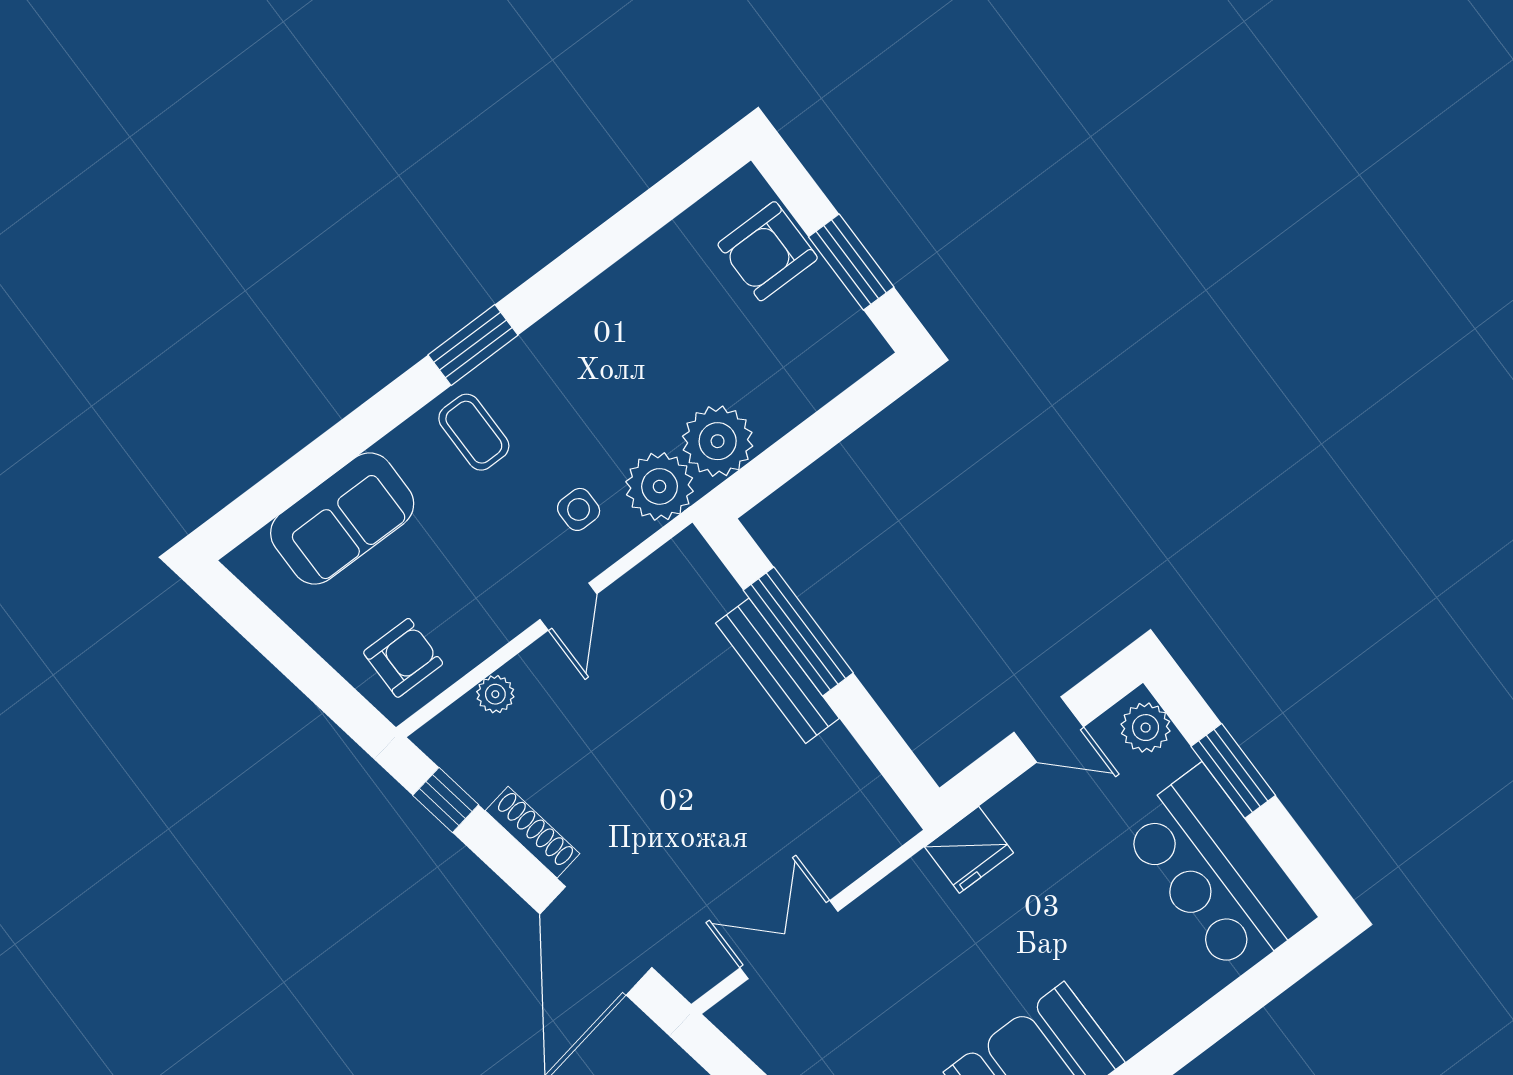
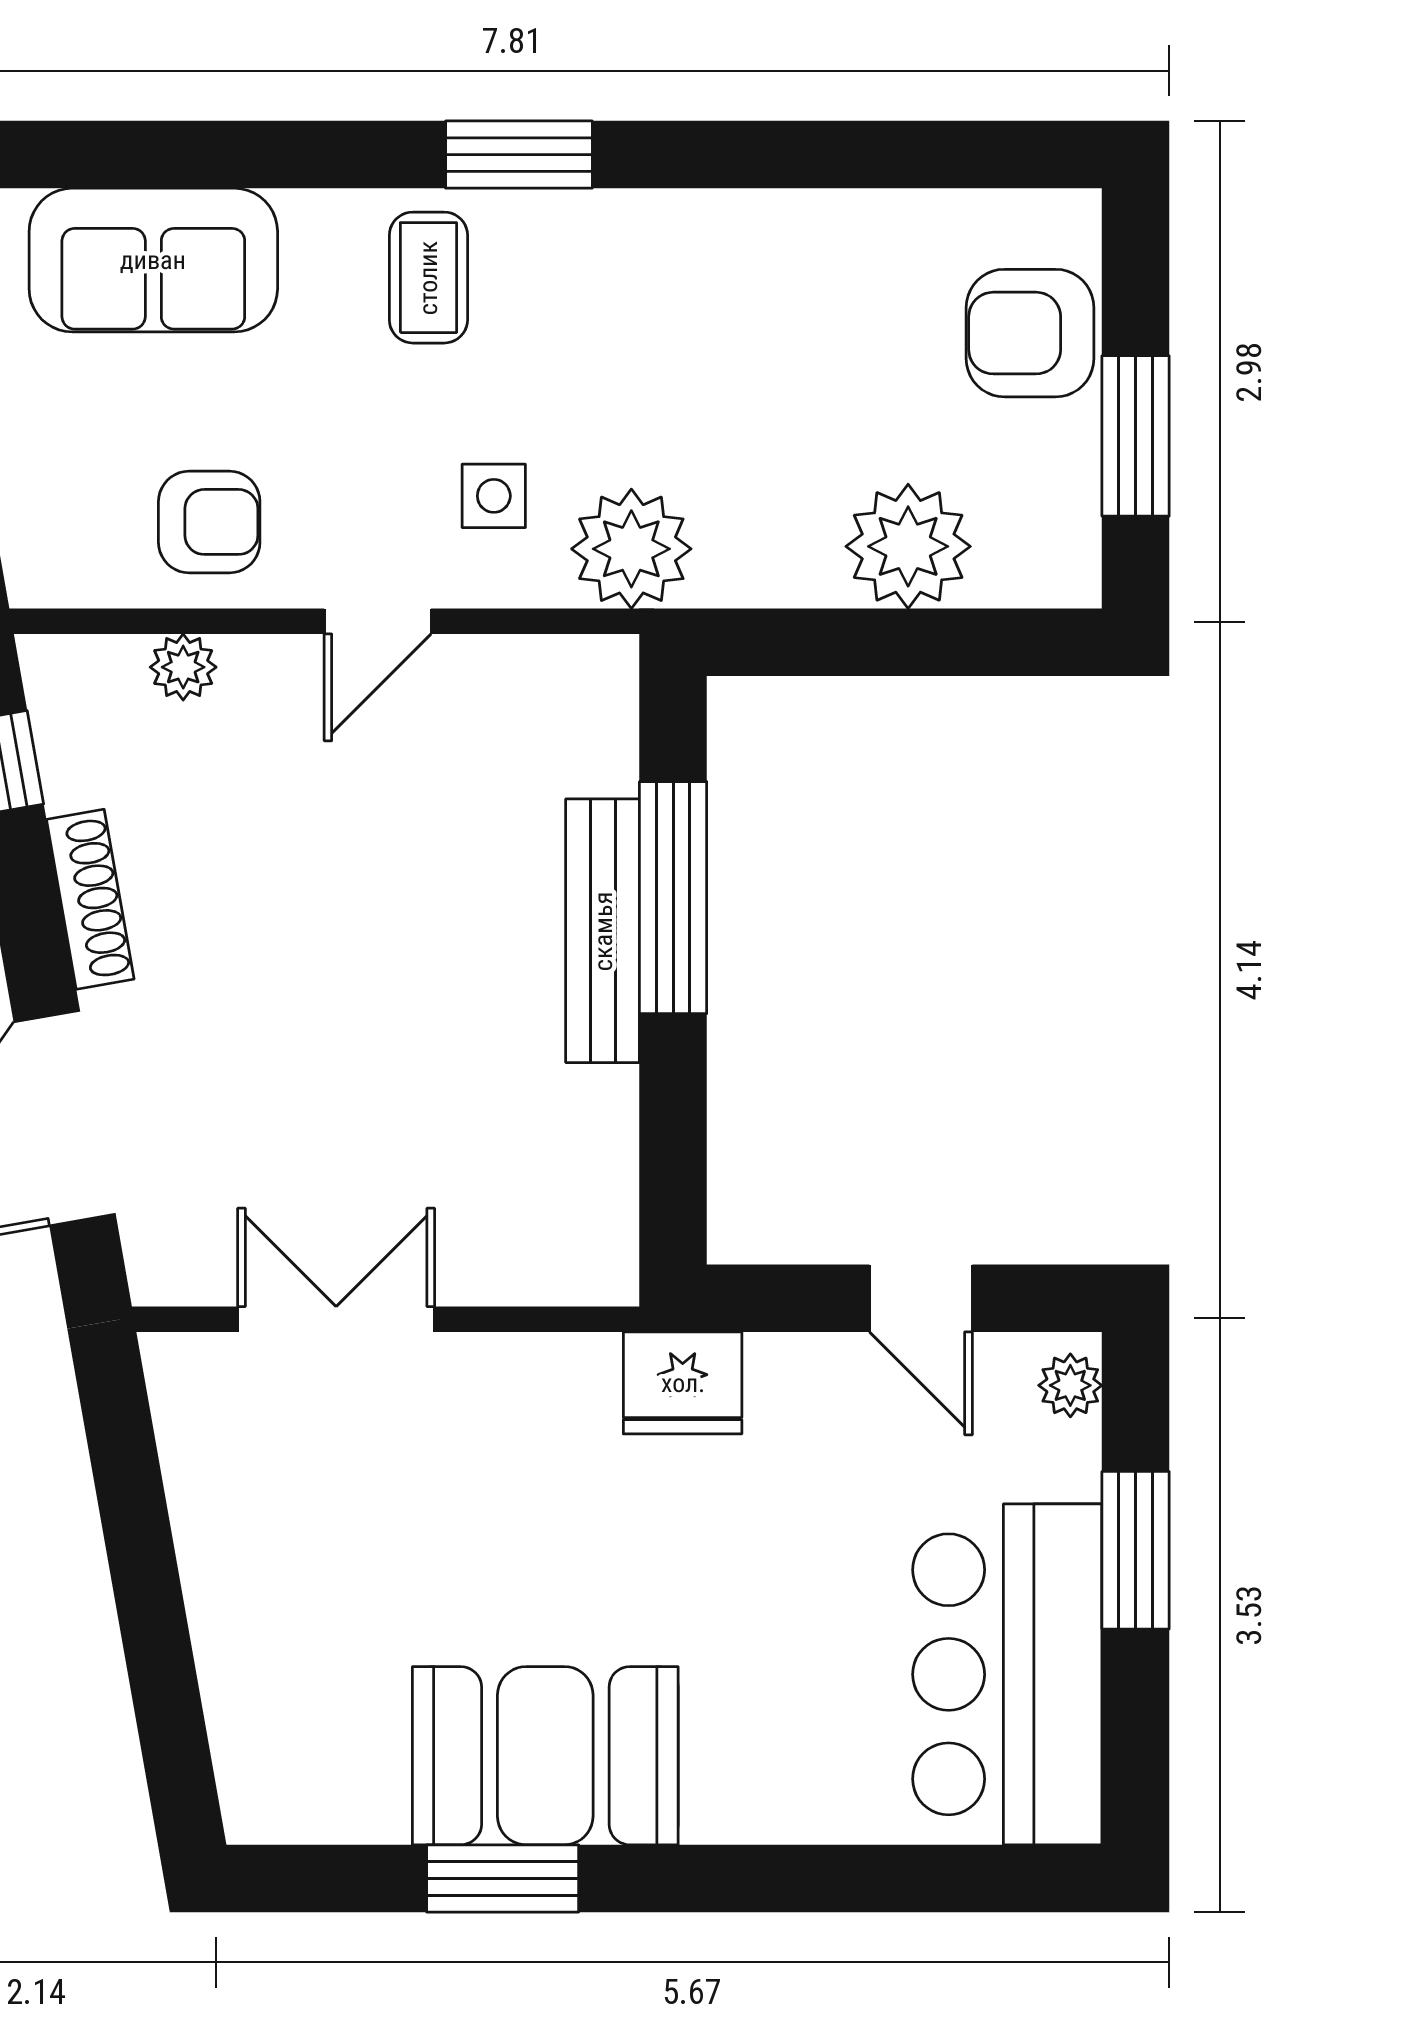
plant: (718, 441) -> (908, 546), moved
armchair: (403, 658) -> (209, 522), moved
plant: (1146, 728) -> (1070, 1385), width x0.73, depth x0.73

